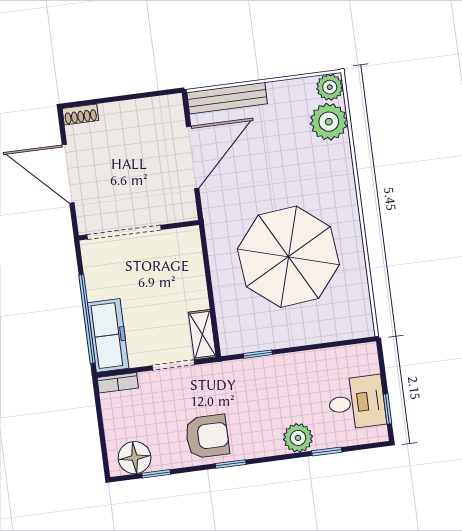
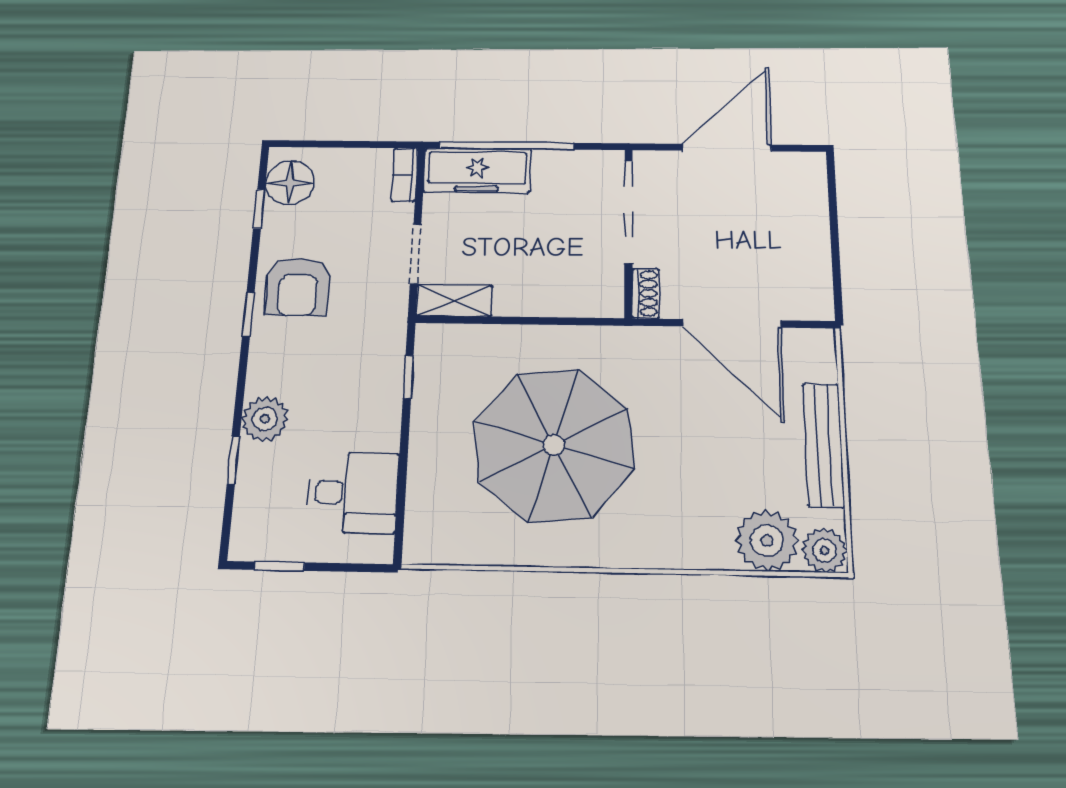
bench: (227, 98) -> (823, 445), moved
shoe rack: (80, 115) -> (645, 293), moved, turned 180
desk: (357, 402) -> (353, 492), moved, turned -90

